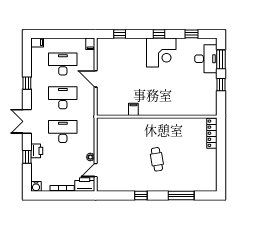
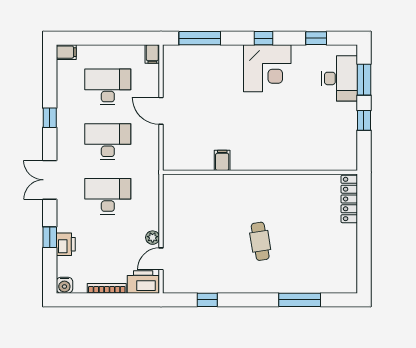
window: (120, 34) -> (200, 38), width x2.17
printer: (37, 151) -> (66, 244), moved
window: (141, 196) -> (207, 300), moved

